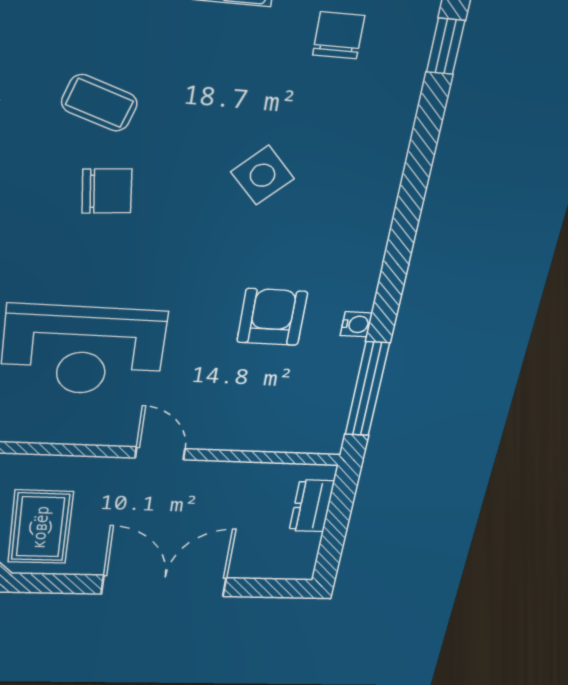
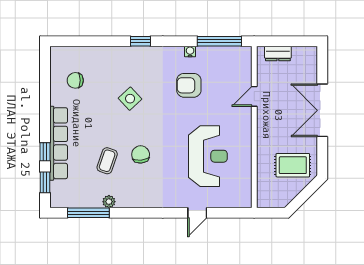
window: (446, 46) -> (140, 41), moved
door: (160, 453) -> (254, 96), moved

